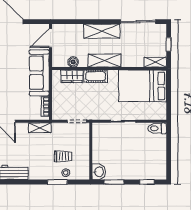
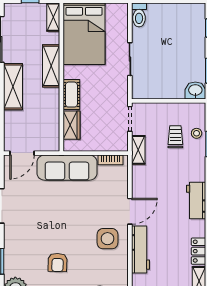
door: (50, 38) -> (22, 153), hinge flipped
shelving: (105, 61) -> (51, 66), moved
boiler: (73, 62) -> (53, 124), removed
shelving: (40, 128) -> (138, 150), moved

